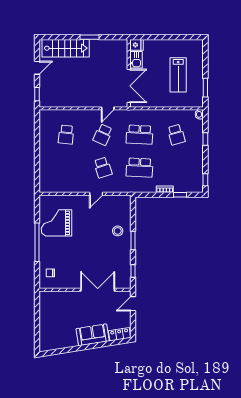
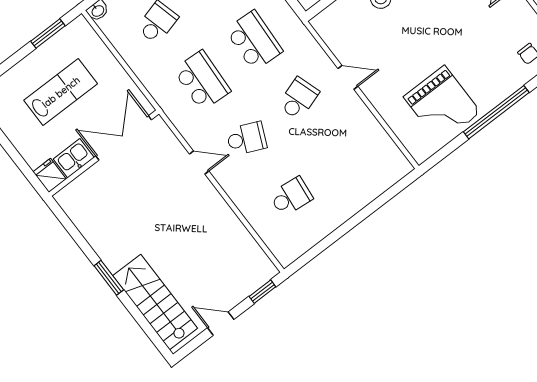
fridge: (136, 45) -> (50, 175), moved
kitchen sink: (136, 60) -> (74, 158), moved
wall: (129, 73) -> (104, 153), moved
double door: (129, 86) -> (124, 138), moved

